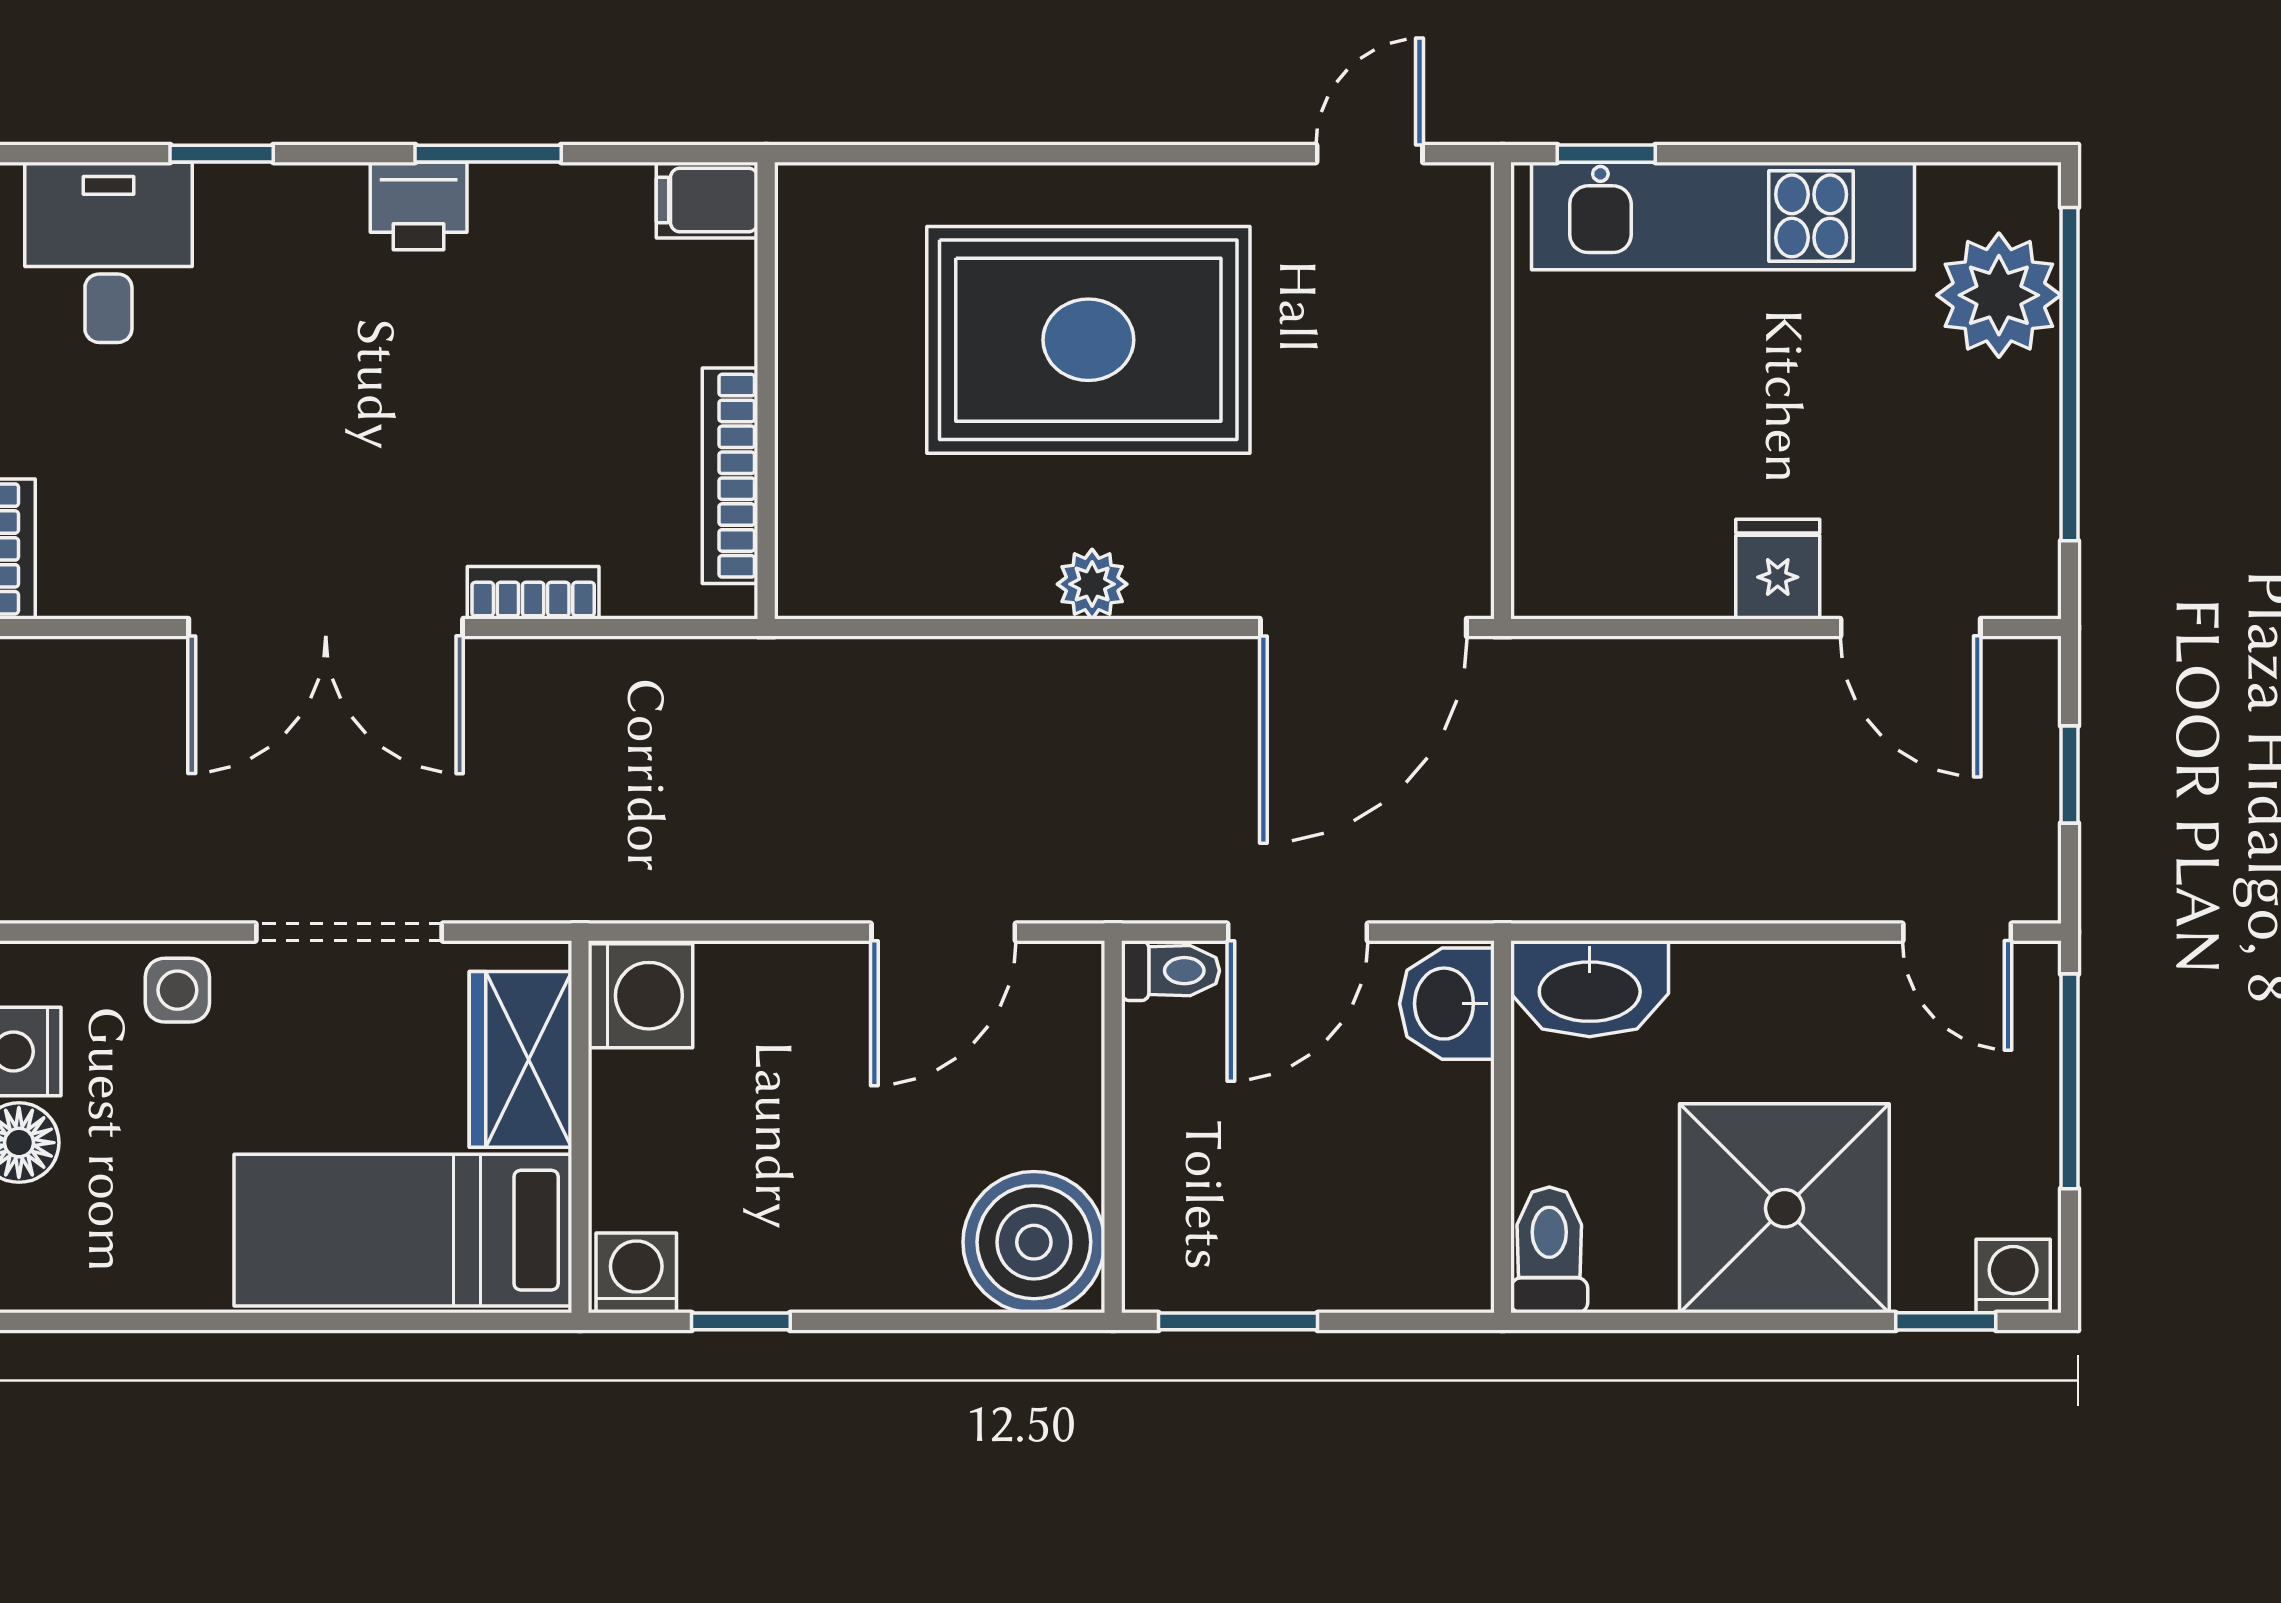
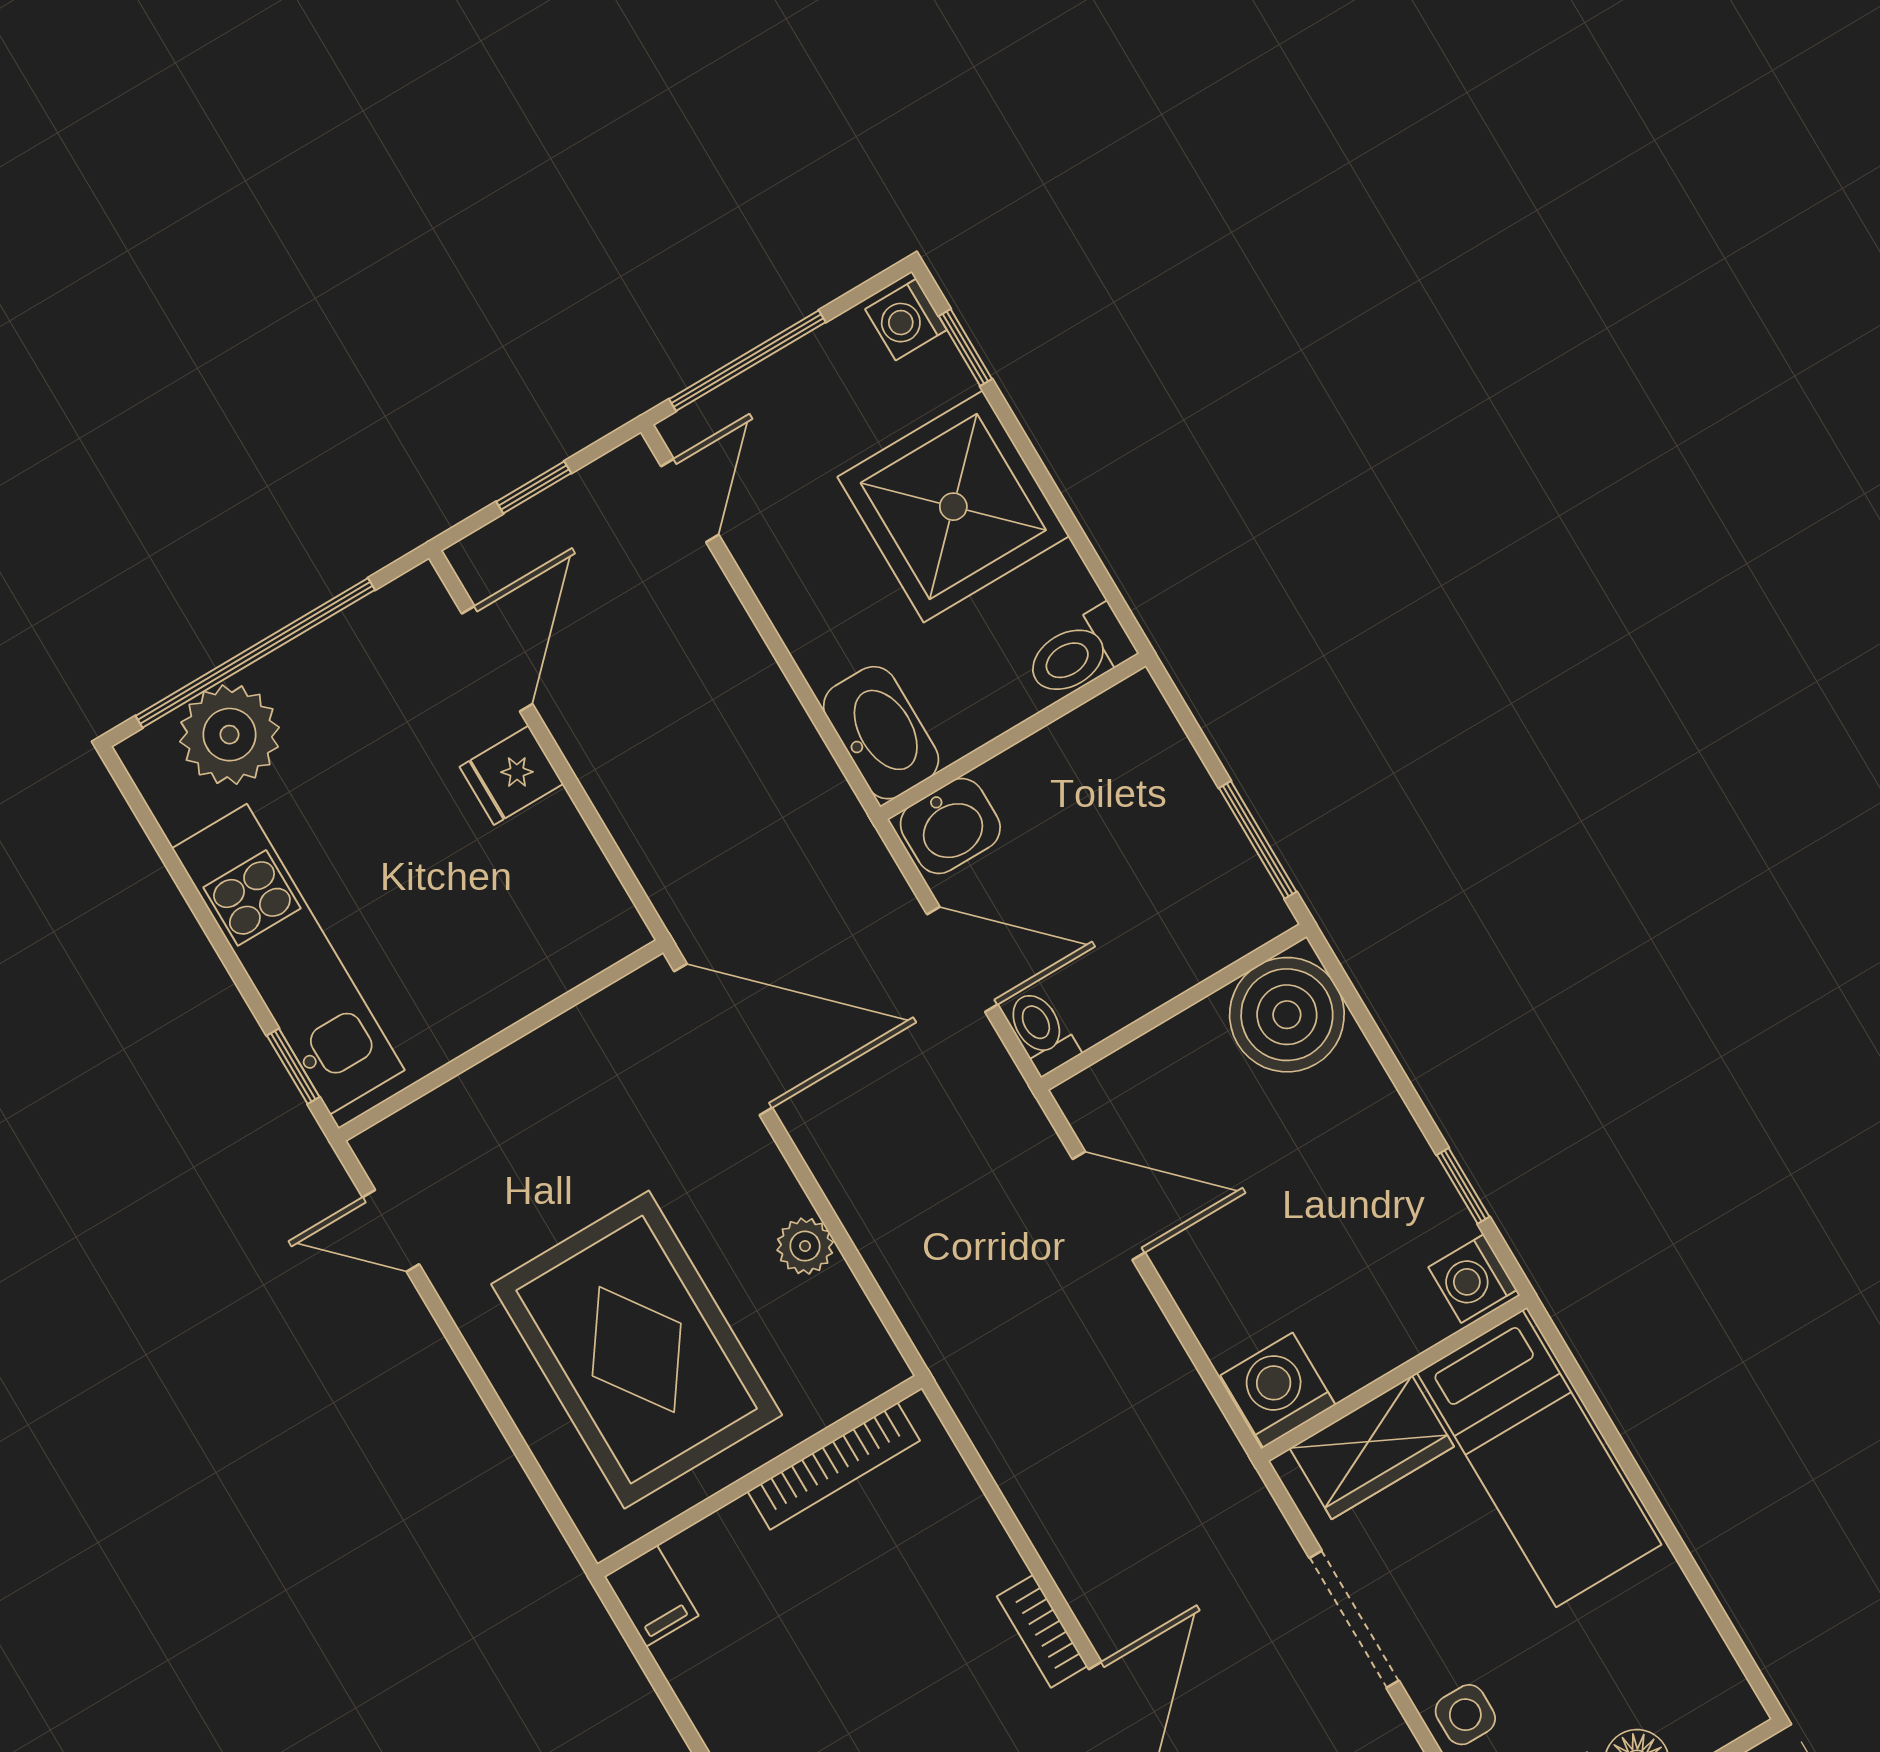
filing cabinet: (707, 200) -> (651, 1596), moved
wall: (766, 391) -> (760, 1476), moved
bookcase: (730, 476) -> (834, 1466), moved

